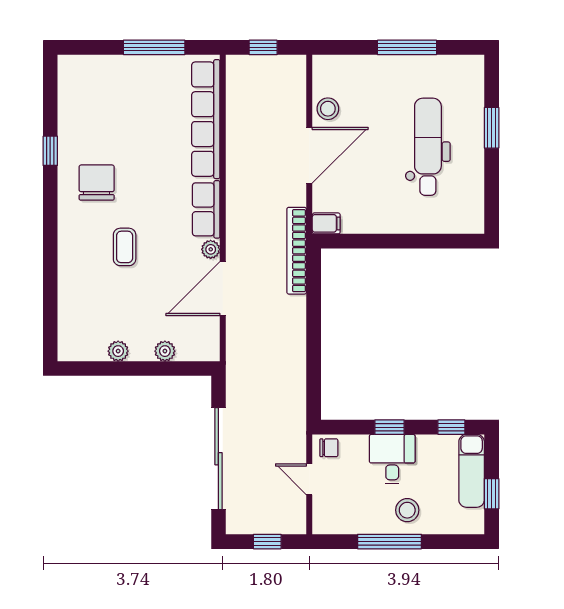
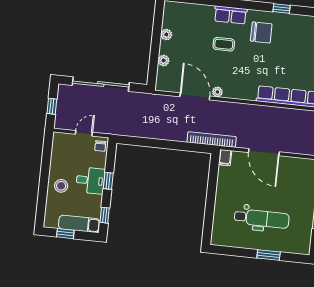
stool: (328, 109) -> (289, 165), removed
row of seats: (206, 209) -> (231, 15), moved, turned 180
window: (389, 542) -> (45, 174), removed

